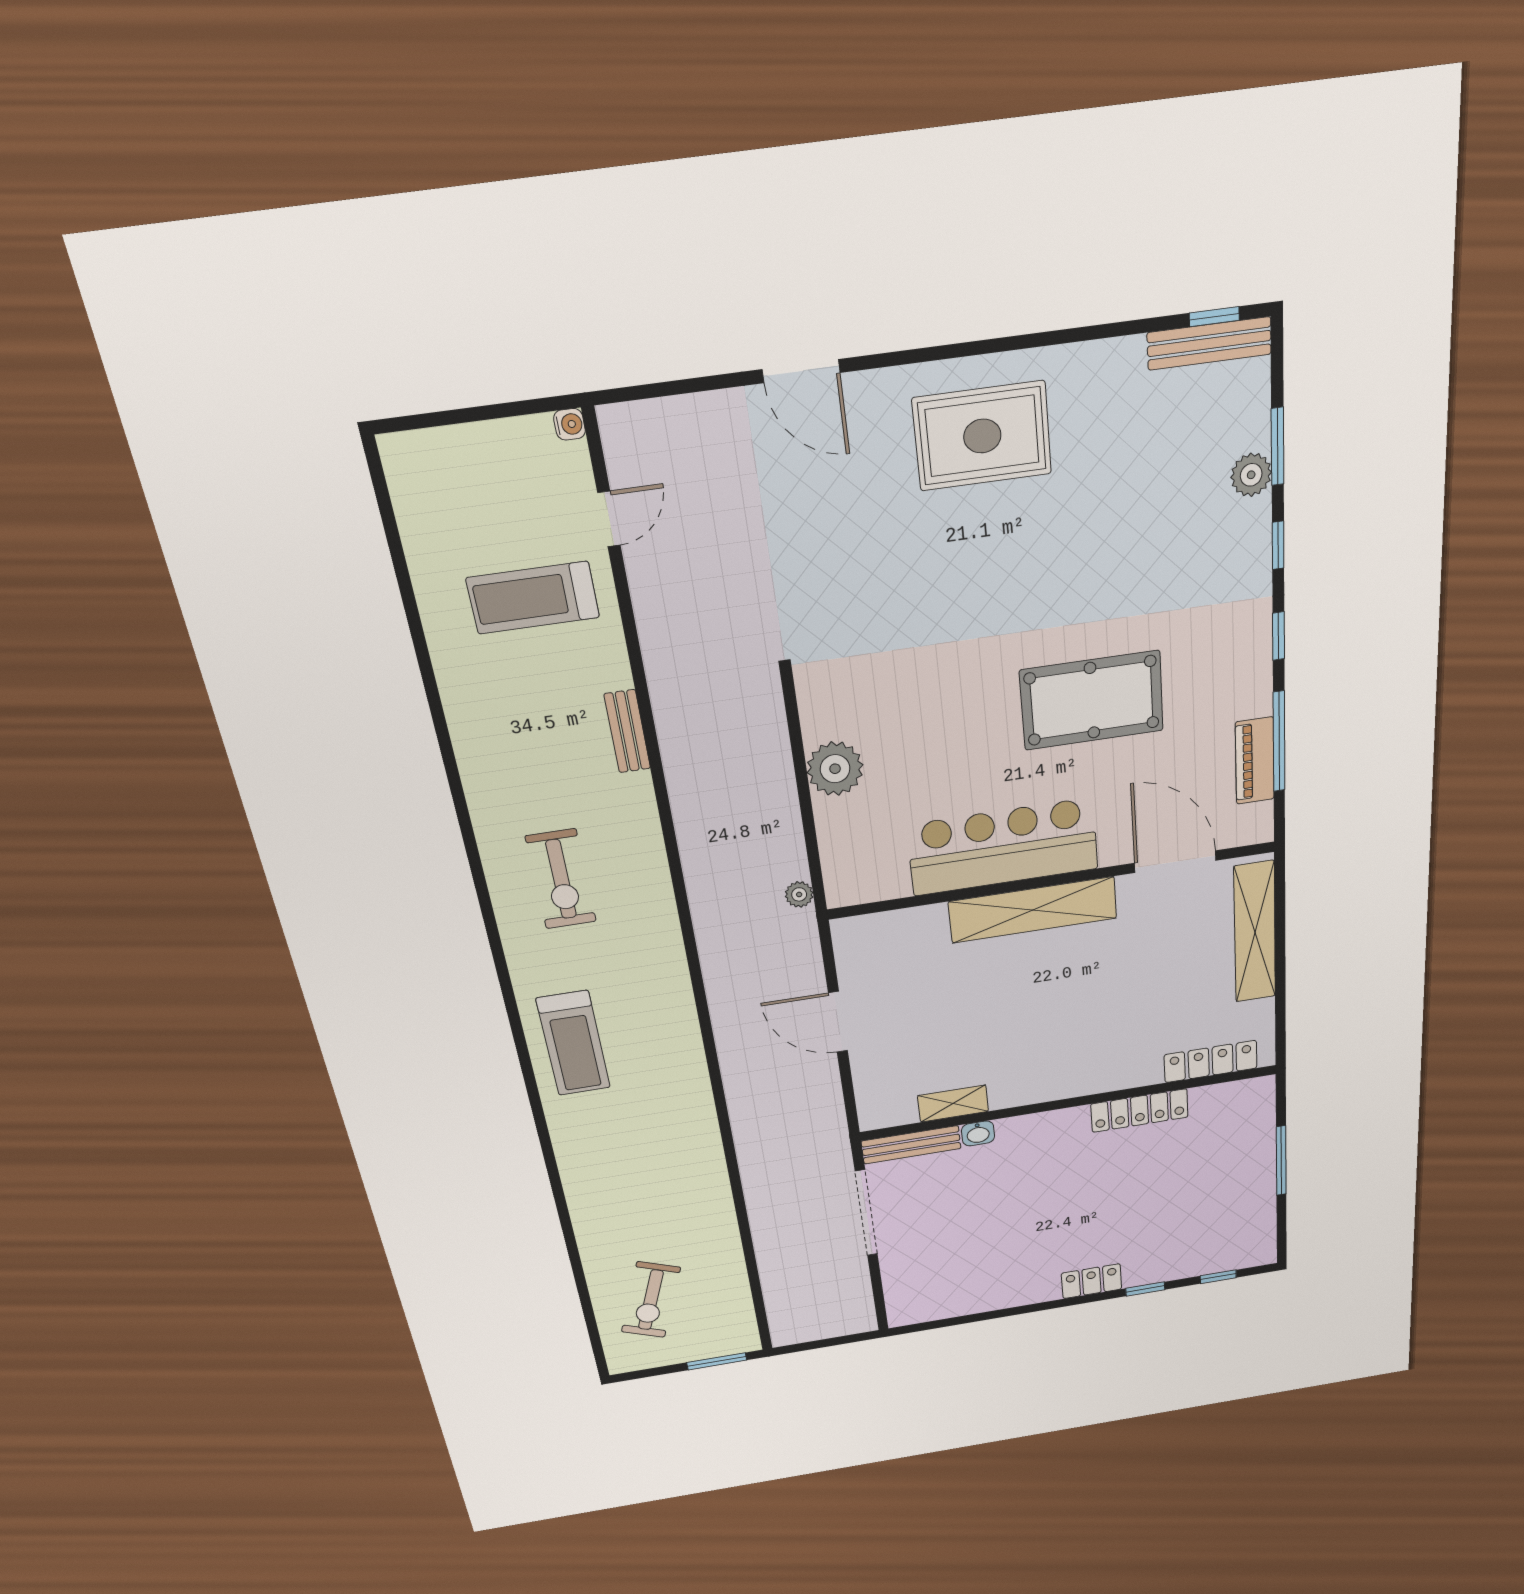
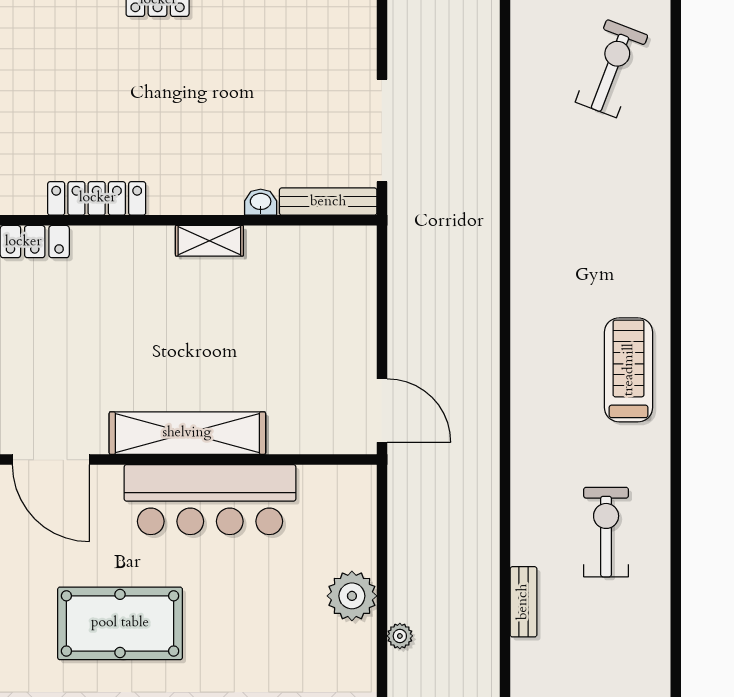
bench: (627, 731) -> (523, 602), moved
plant: (799, 894) -> (400, 636), moved
door: (838, 1022) -> (382, 411), moved
shelving: (953, 1104) -> (209, 241), moved

